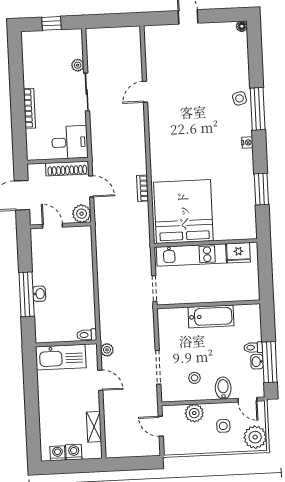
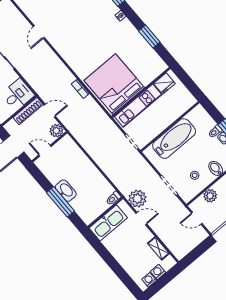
washbasin: (39, 294) -> (66, 191), width x1.91, depth x1.45
bathtub: (211, 316) -> (174, 139), width x1.36, depth x1.36
plant: (107, 350) -> (137, 199), width x1.87, depth x1.87

